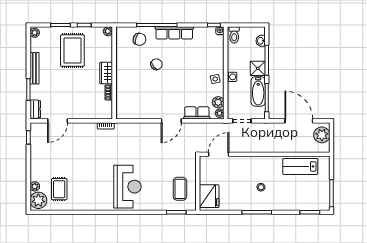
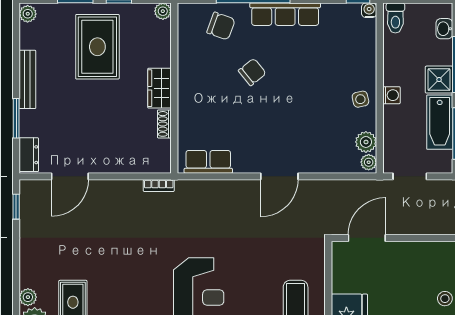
row of seats: (197, 113) -> (208, 162), moved

